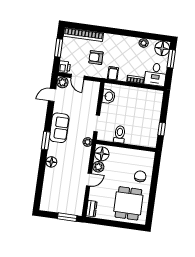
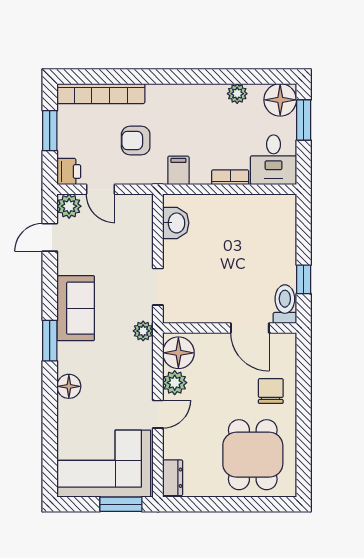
toilet: (120, 134) -> (285, 304), moved
door: (135, 147) -> (250, 328), added
corner sofa: (62, 198) -> (104, 464), added

